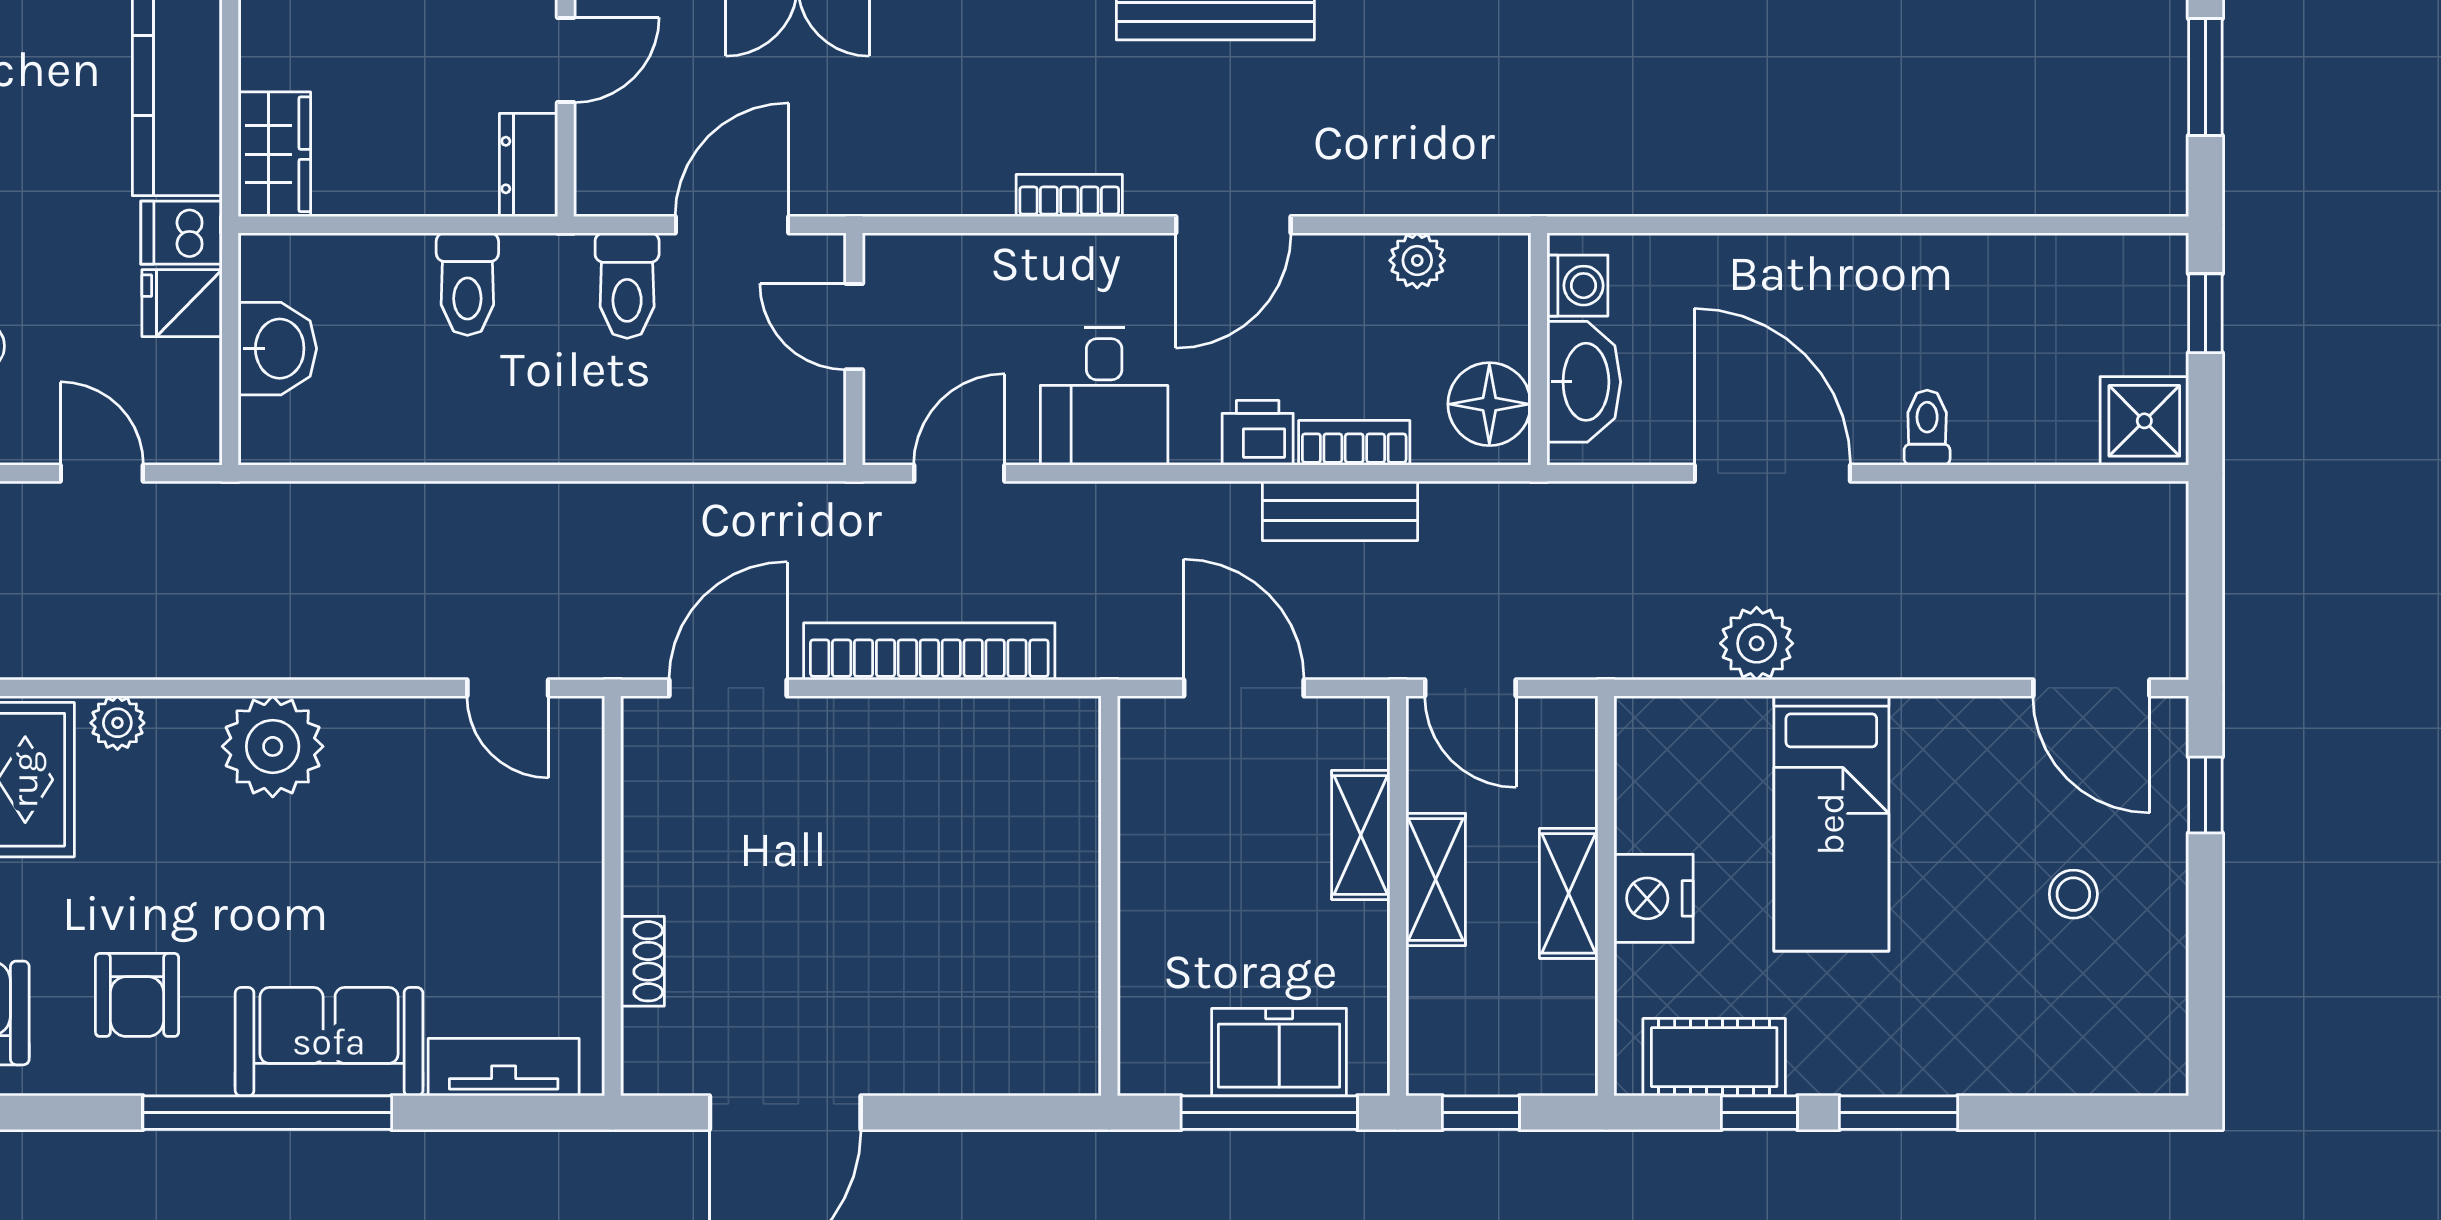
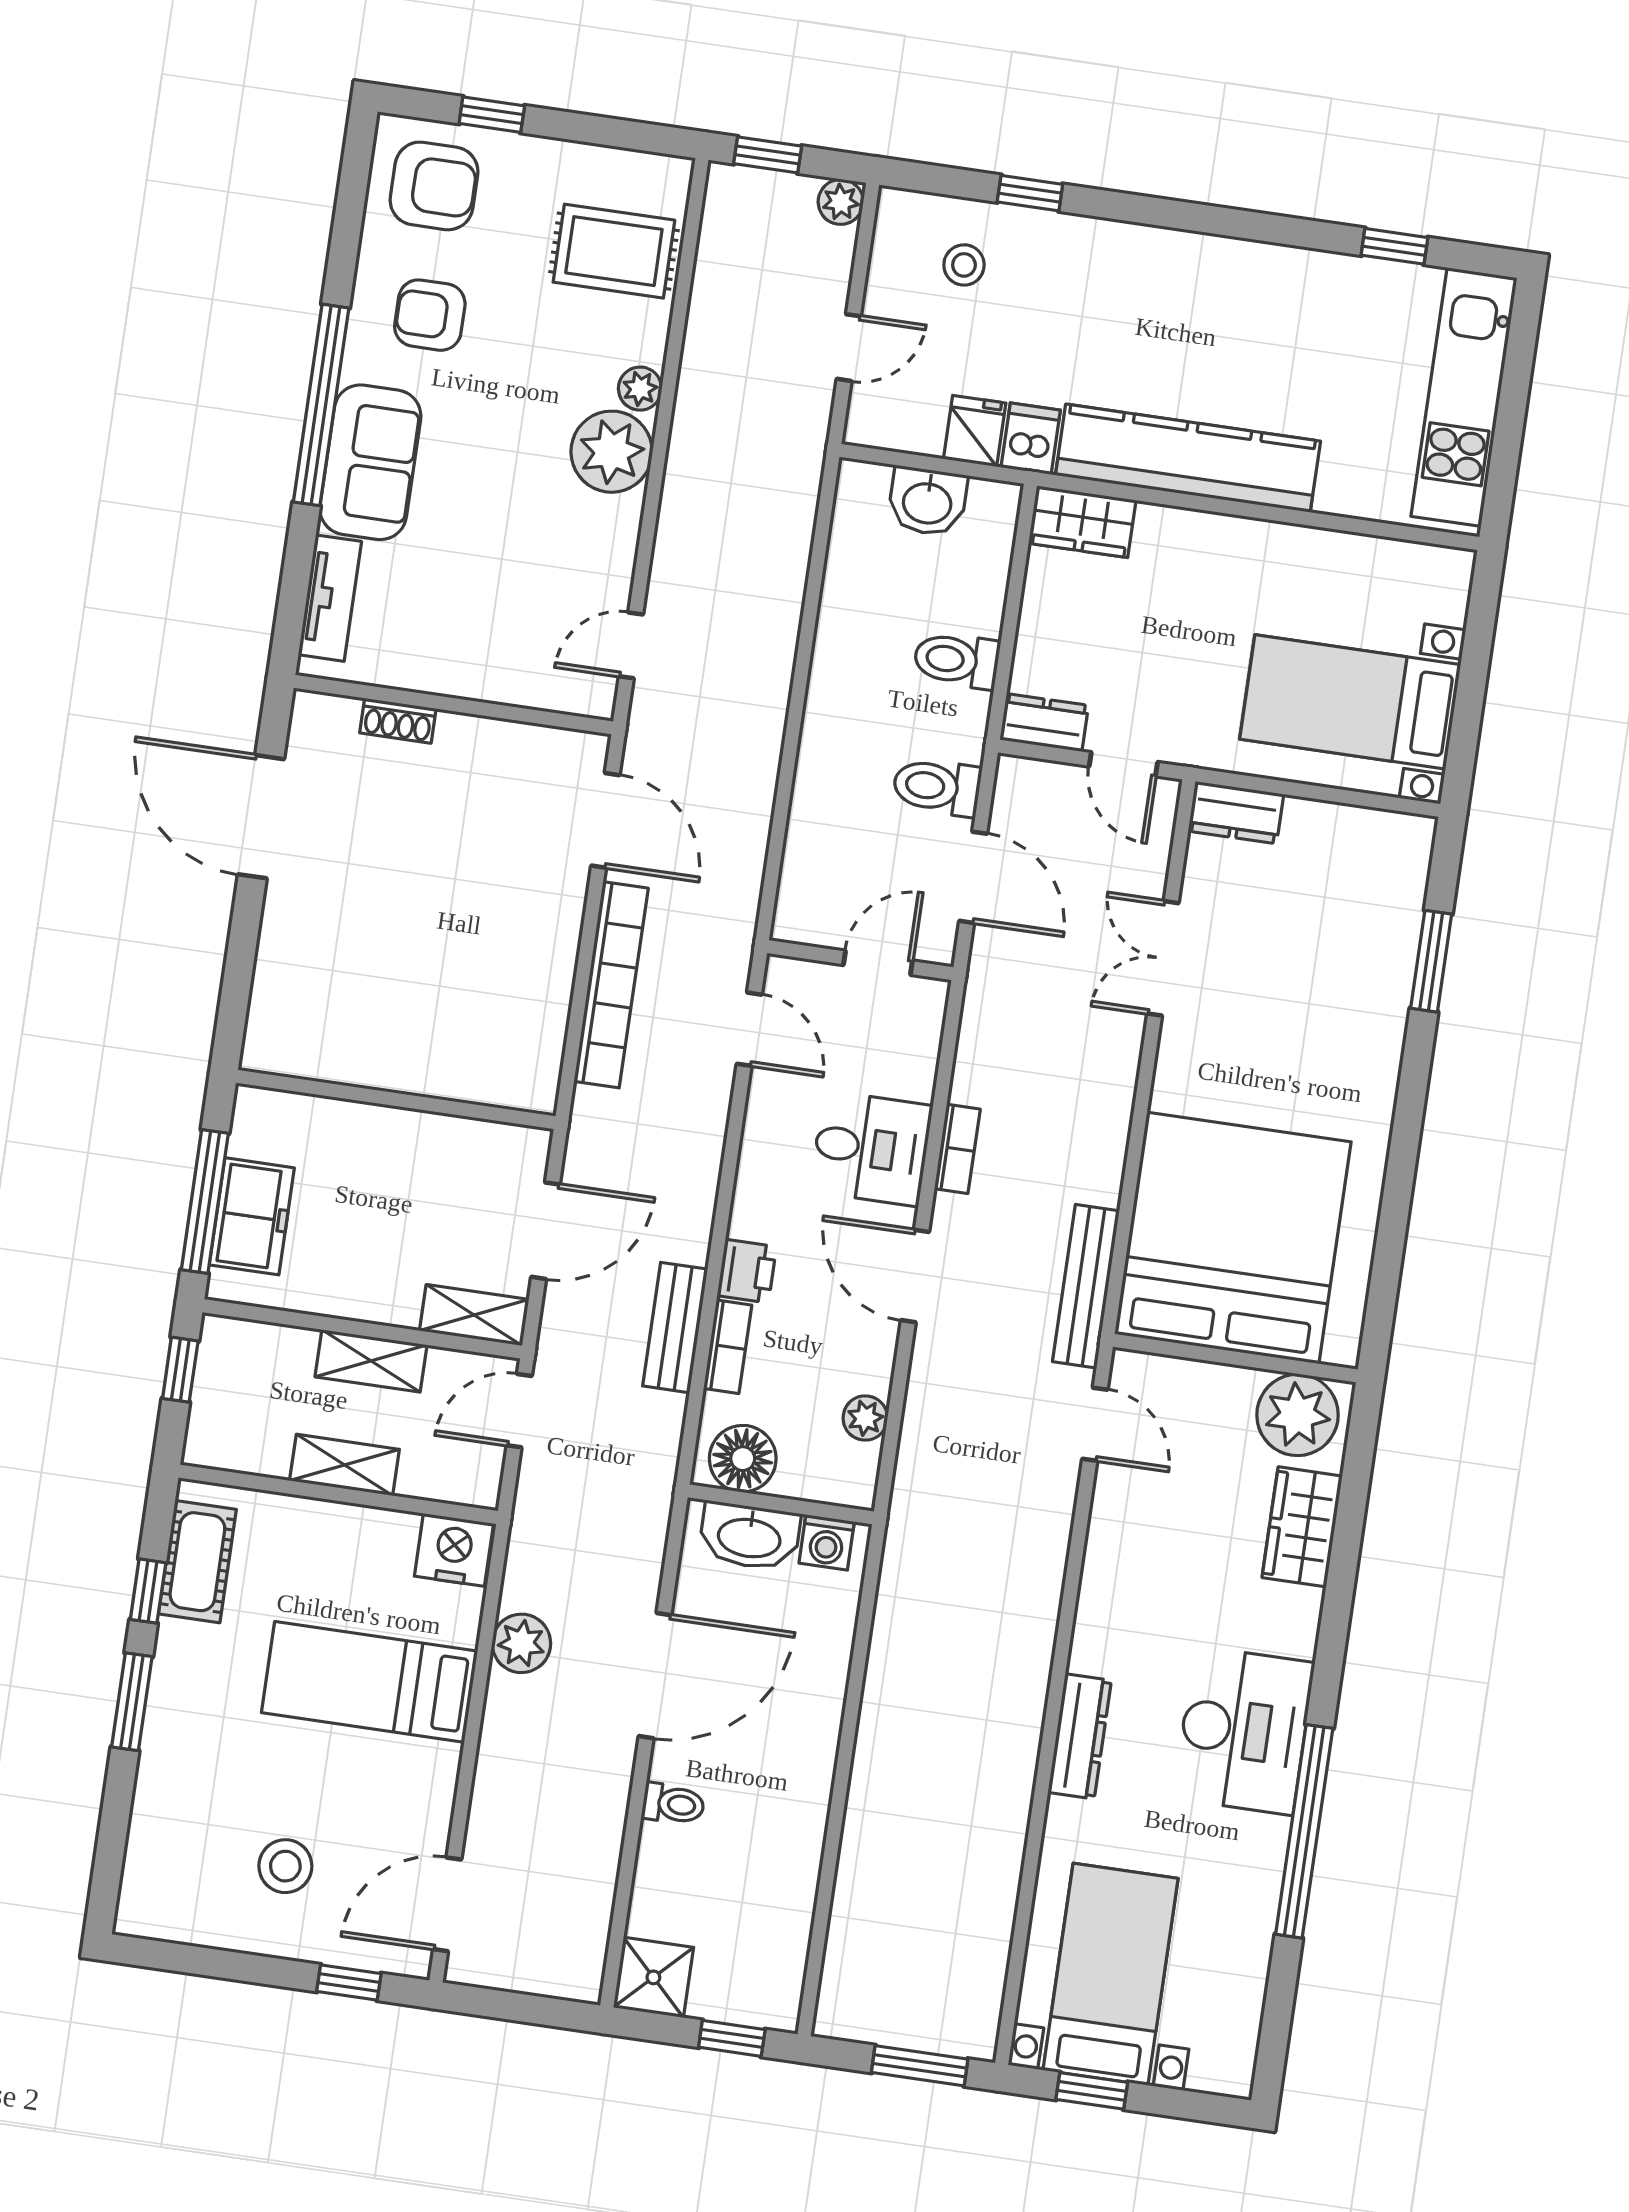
desk: (1104, 396) -> (871, 1148), moved, turned 180
plant: (117, 723) -> (640, 389), moved
shelving: (1361, 835) -> (474, 1315), moved
stool: (2073, 894) -> (285, 1866), width x1.37, depth x1.37
nightstand: (1654, 898) -> (454, 1550), moved

